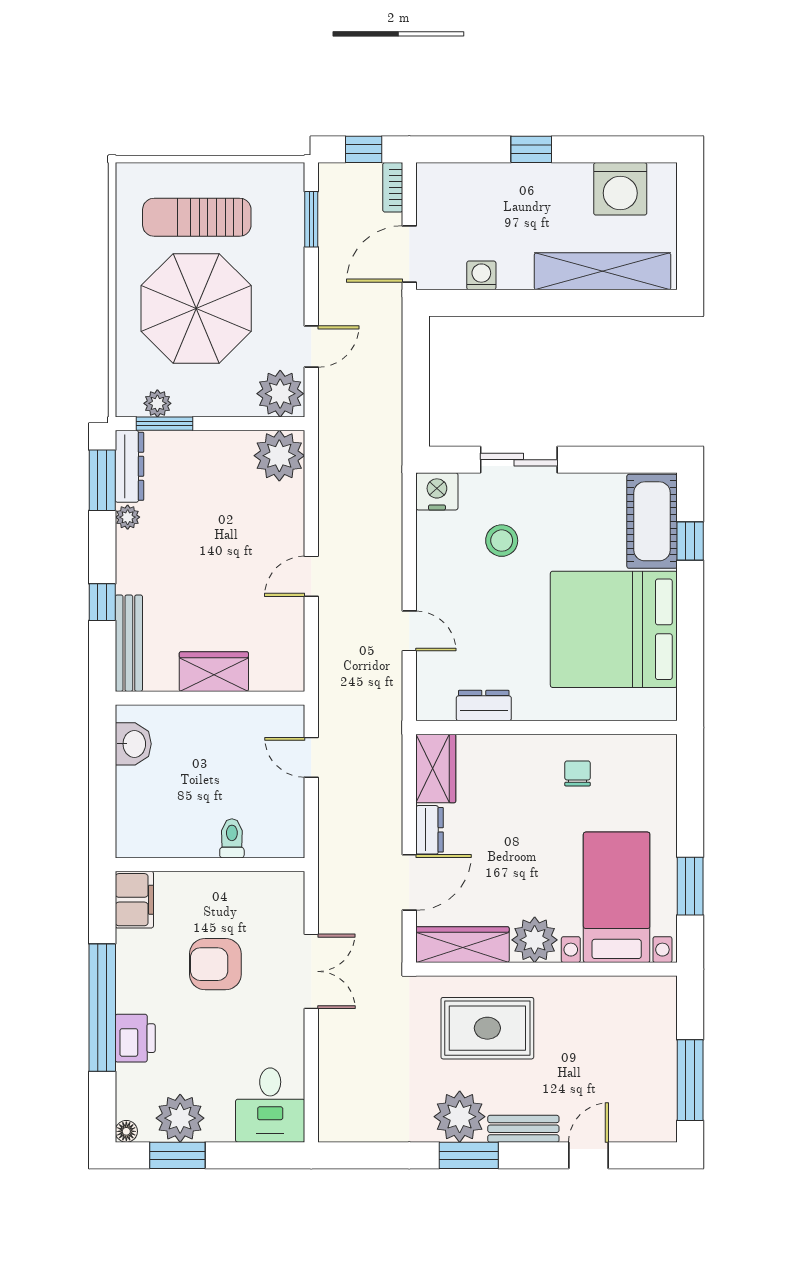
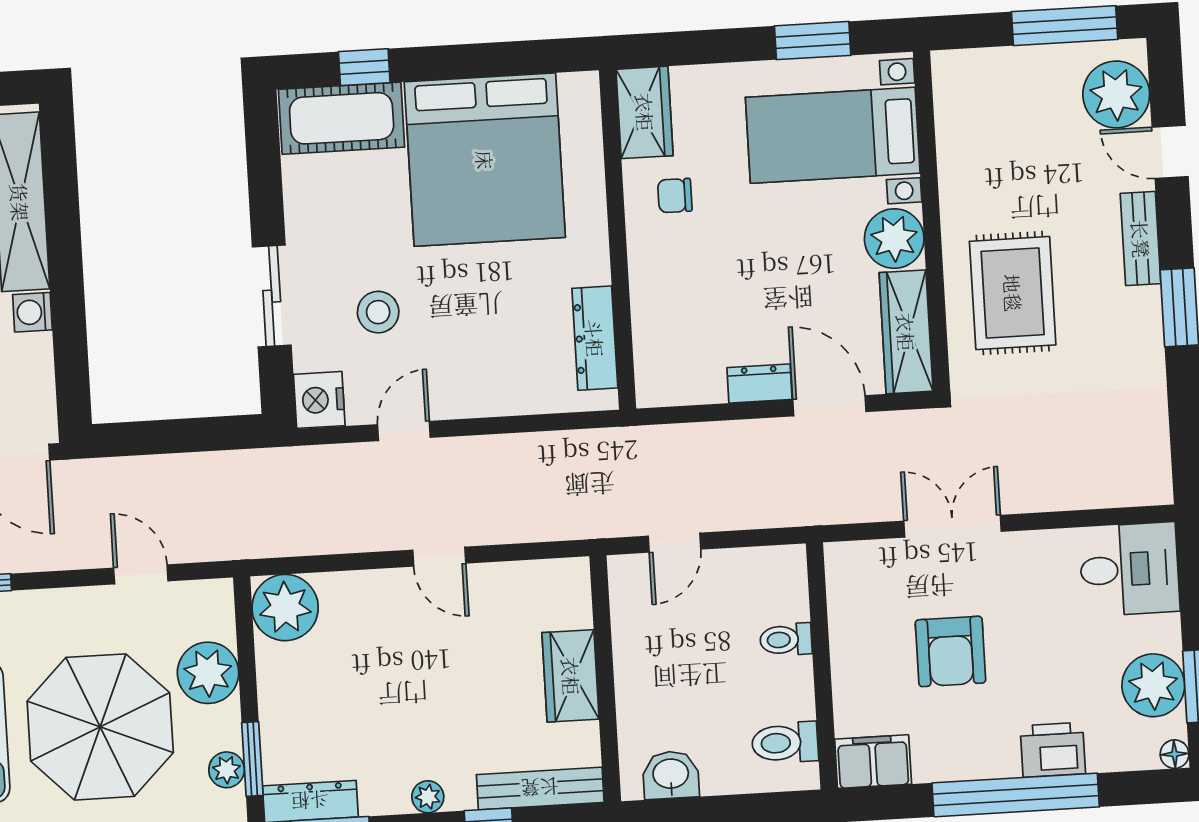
washing machine: (481, 275) -> (32, 312), moved
plant: (280, 394) -> (208, 673), moved
plant: (128, 517) -> (428, 797), moved
door: (409, 631) -> (404, 431), moved
dresser: (484, 706) -> (595, 338), width x1.44
wardrobe: (436, 768) -> (645, 112), moved, turned 90
toilet: (153, 833) -> (785, 743), added
plant: (460, 1117) -> (1116, 94), moved

